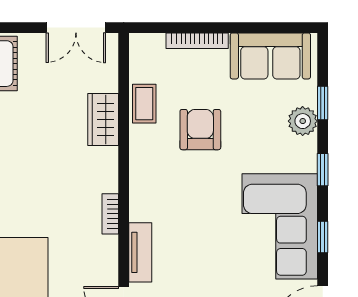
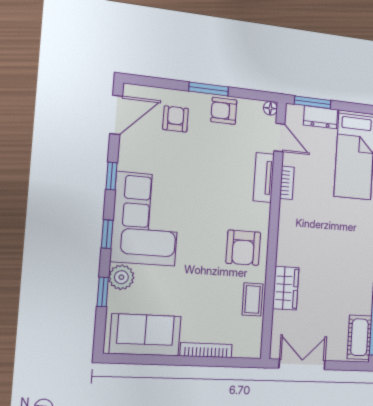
armchair: (200, 130) -> (243, 248), moved
bookcase: (110, 214) -> (287, 183), moved
corner sofa: (280, 226) -> (146, 219), moved

